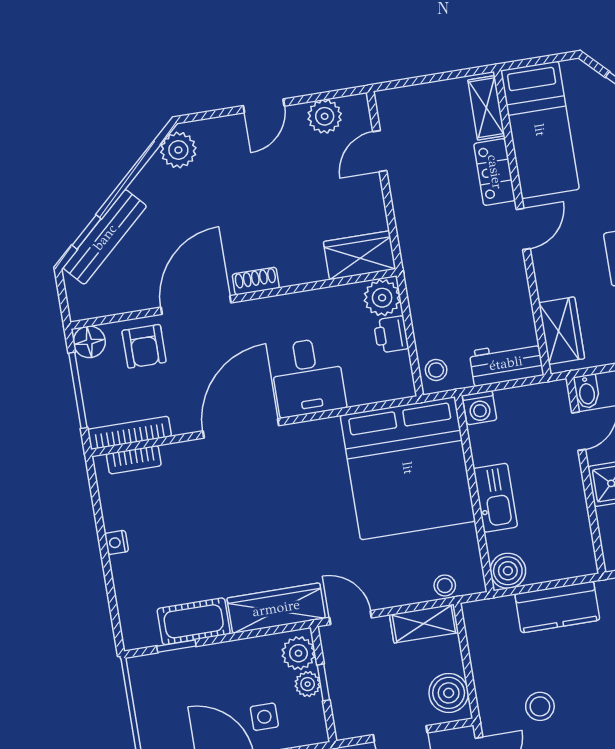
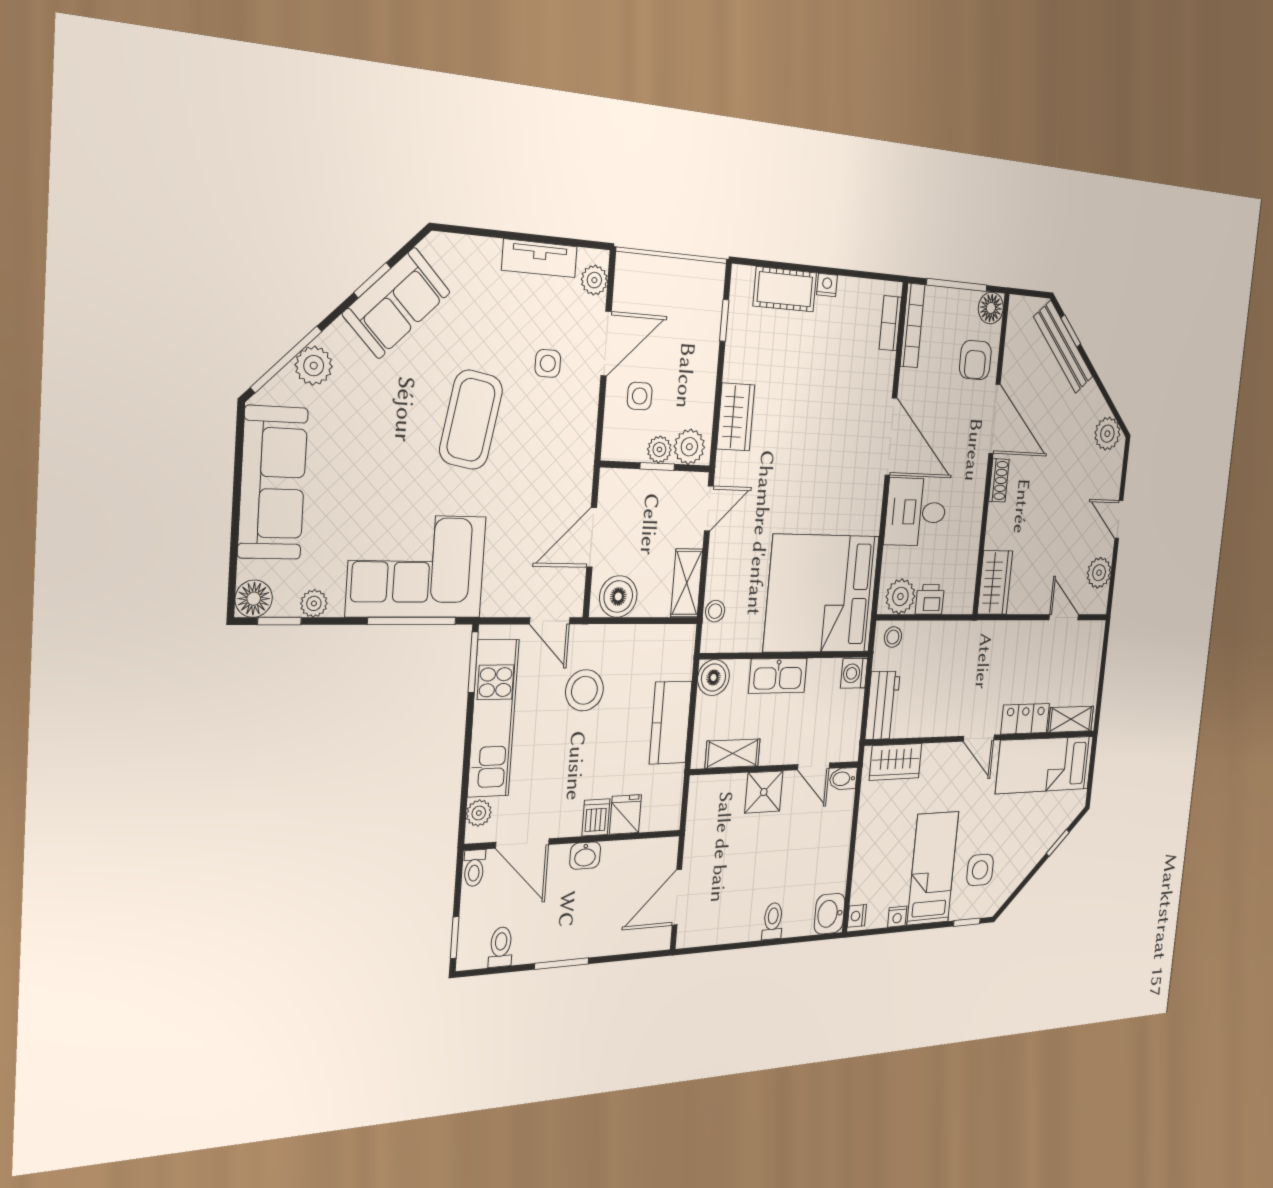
plant: (382, 298) -> (900, 596), moved
armchair: (144, 346) -> (975, 360), turned -90
shelving: (578, 530) -> (733, 753), added
wardrobe: (276, 608) -> (736, 417), width x0.67
cot: (194, 621) -> (785, 289), moved, turned 90
stool: (540, 706) -> (584, 690), width x1.38, depth x1.38

